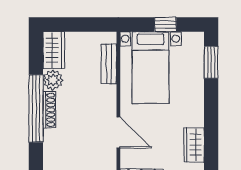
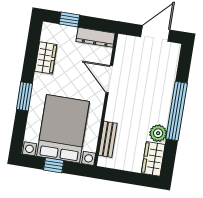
window: (211, 62) -> (25, 96), moved
bed with nightstands: (150, 68) -> (63, 129), width x1.36
shoe rack: (49, 110) -> (165, 108), removed

